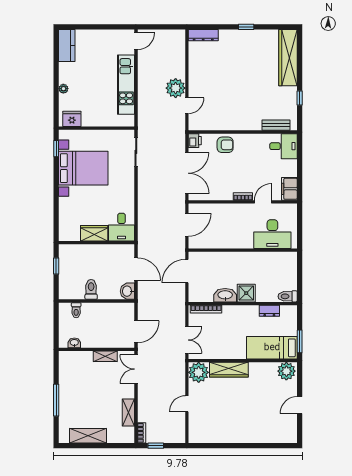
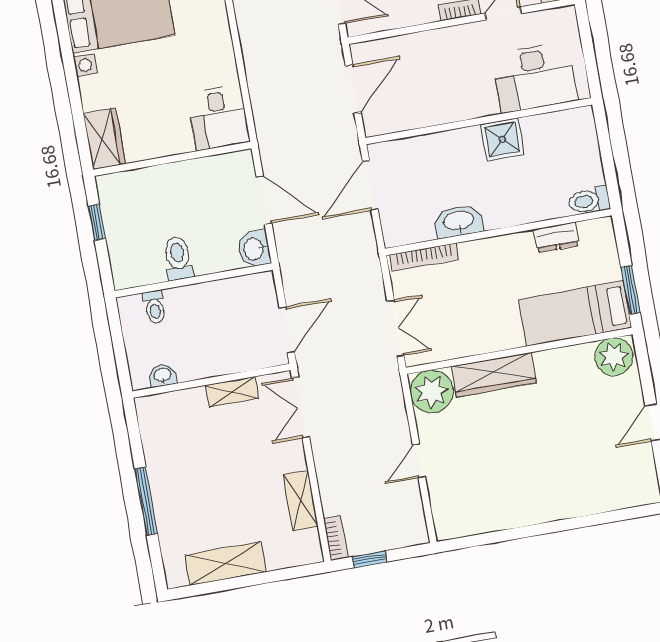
wardrobe: (94, 233) -> (104, 139), moved, turned 90
shower: (246, 293) -> (502, 139), moved

